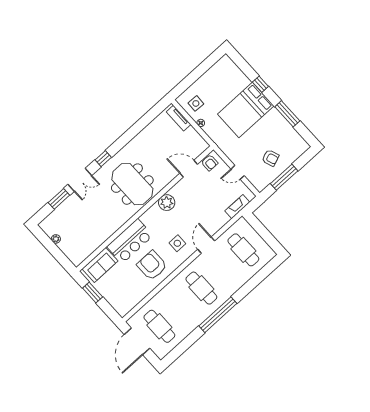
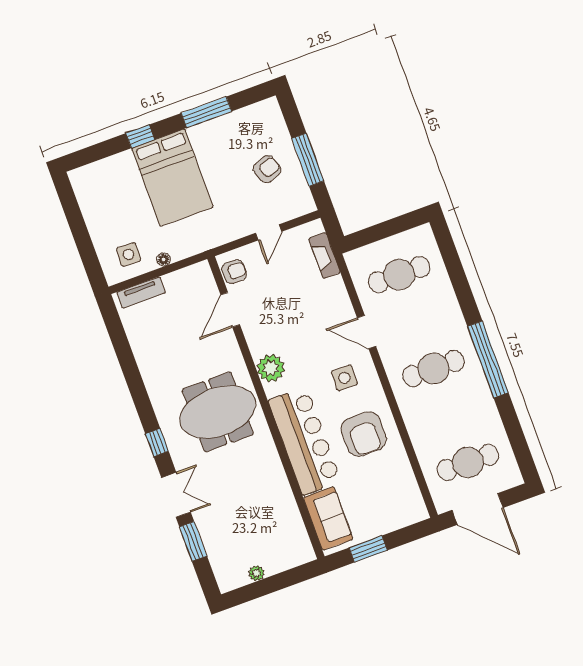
bar counter: (130, 241) -> (305, 441), width x1.36
armchair: (152, 265) -> (364, 434), turned -90

